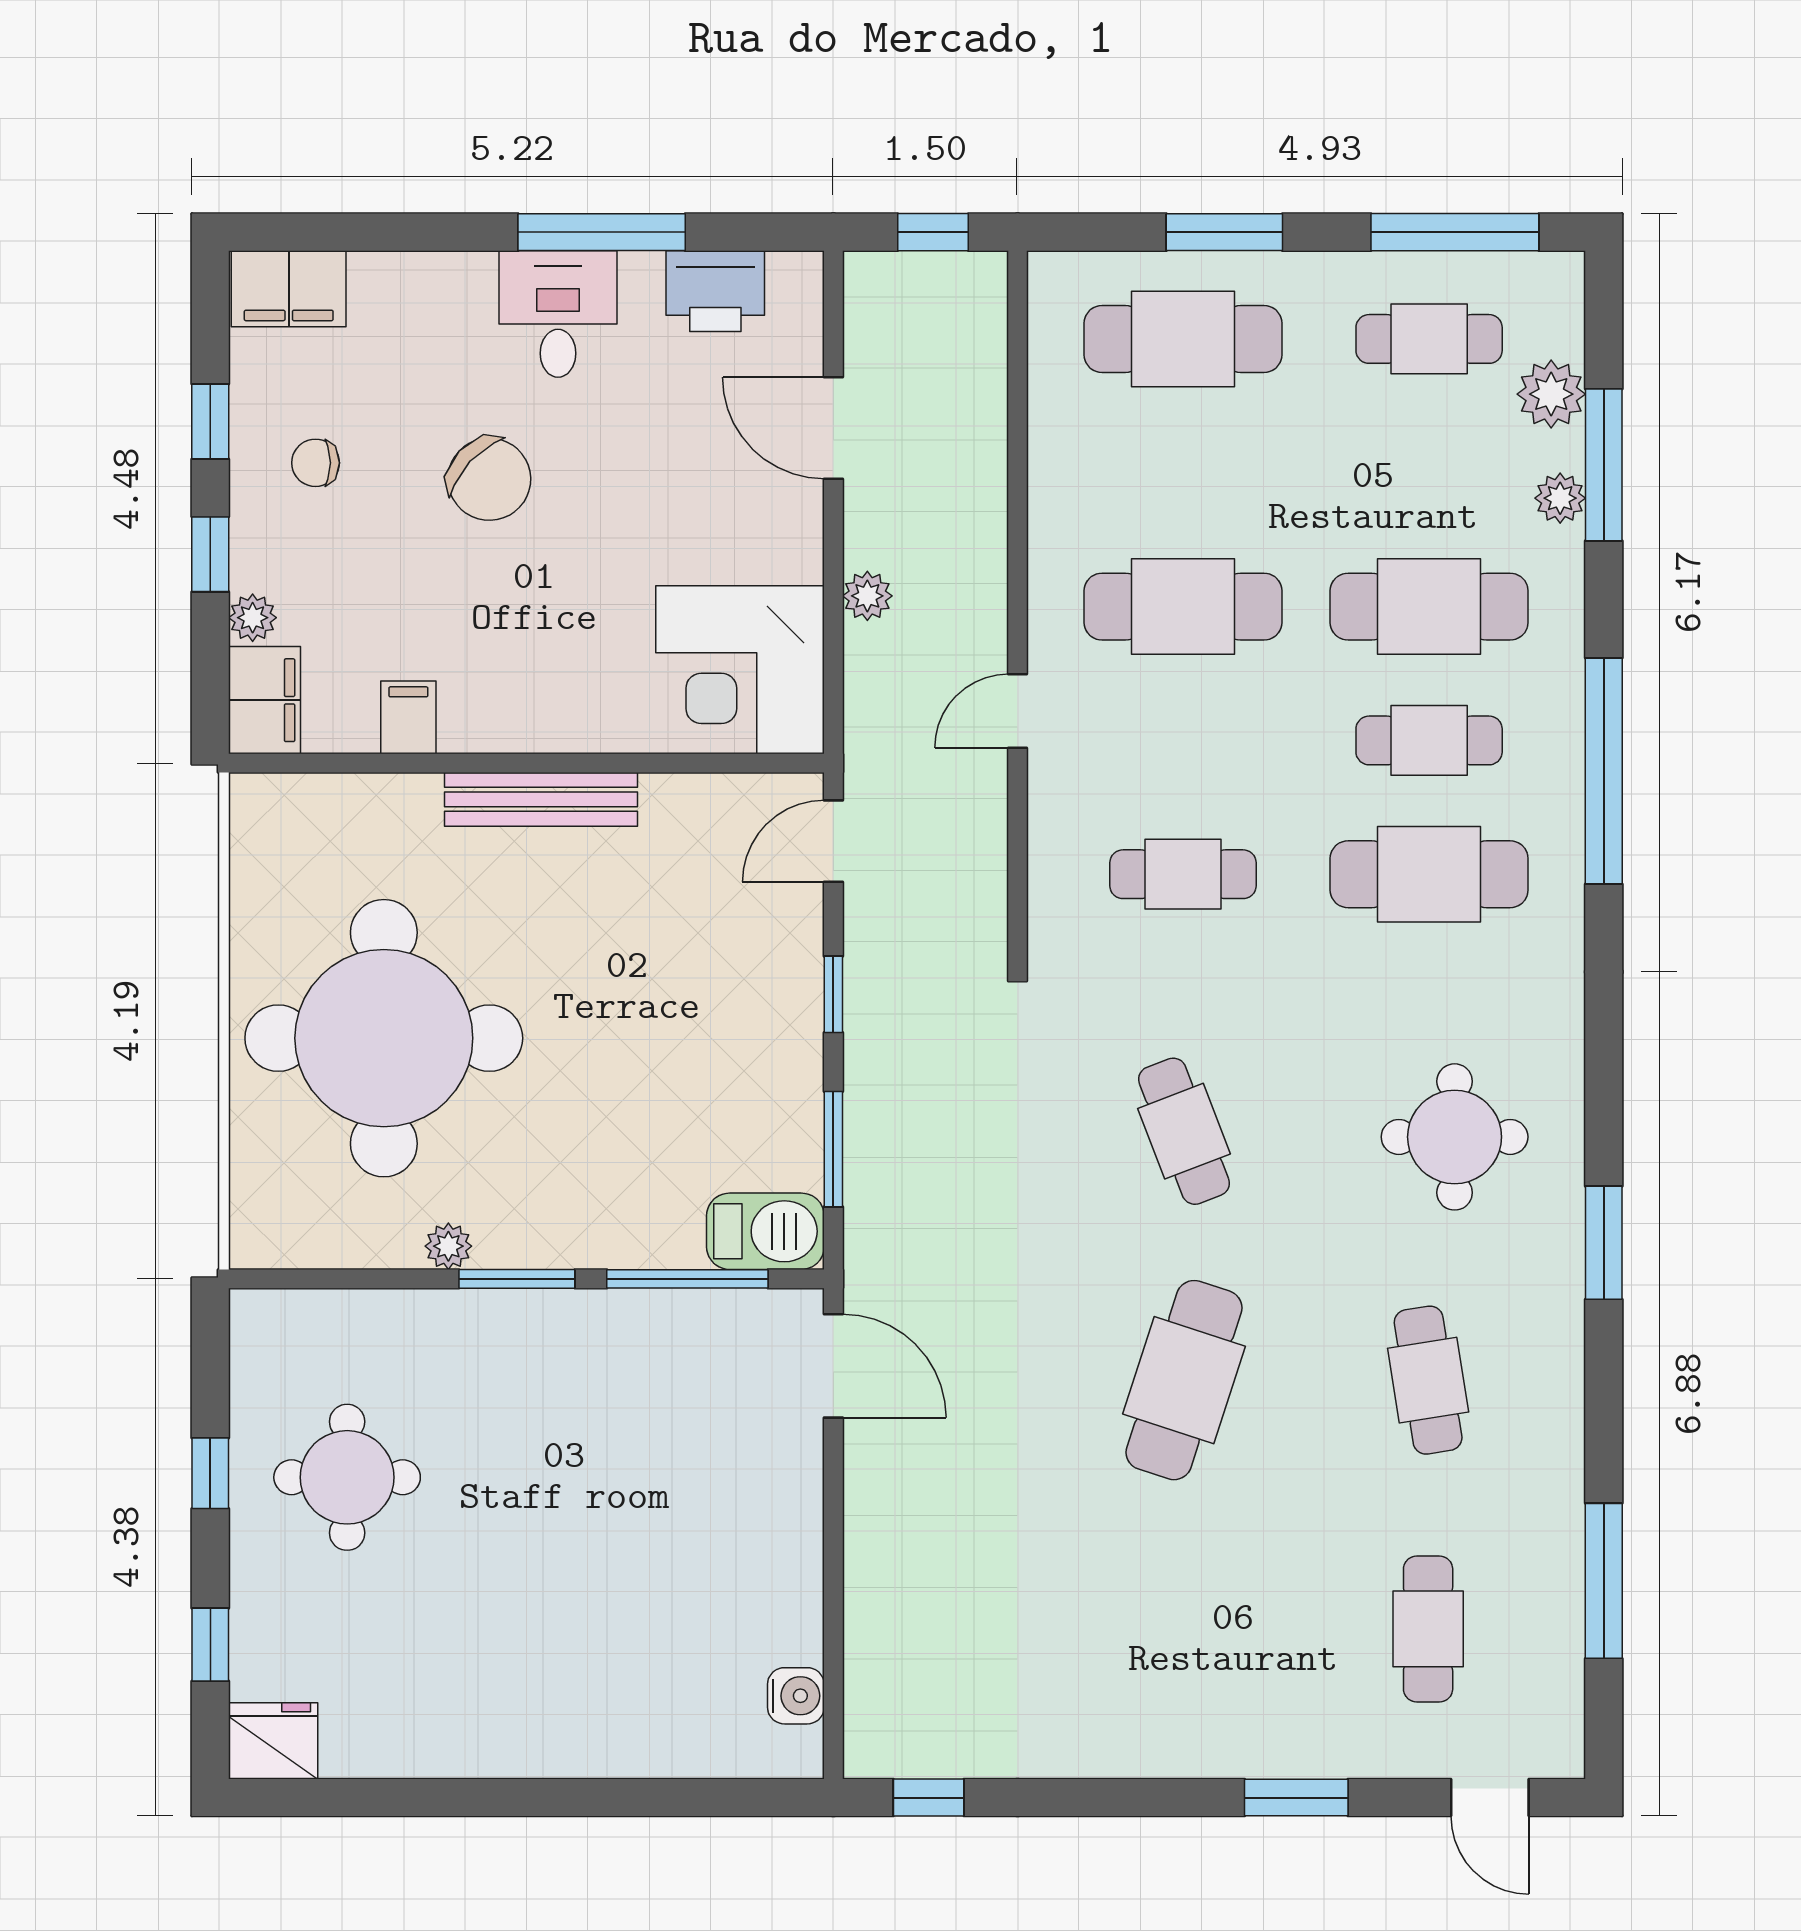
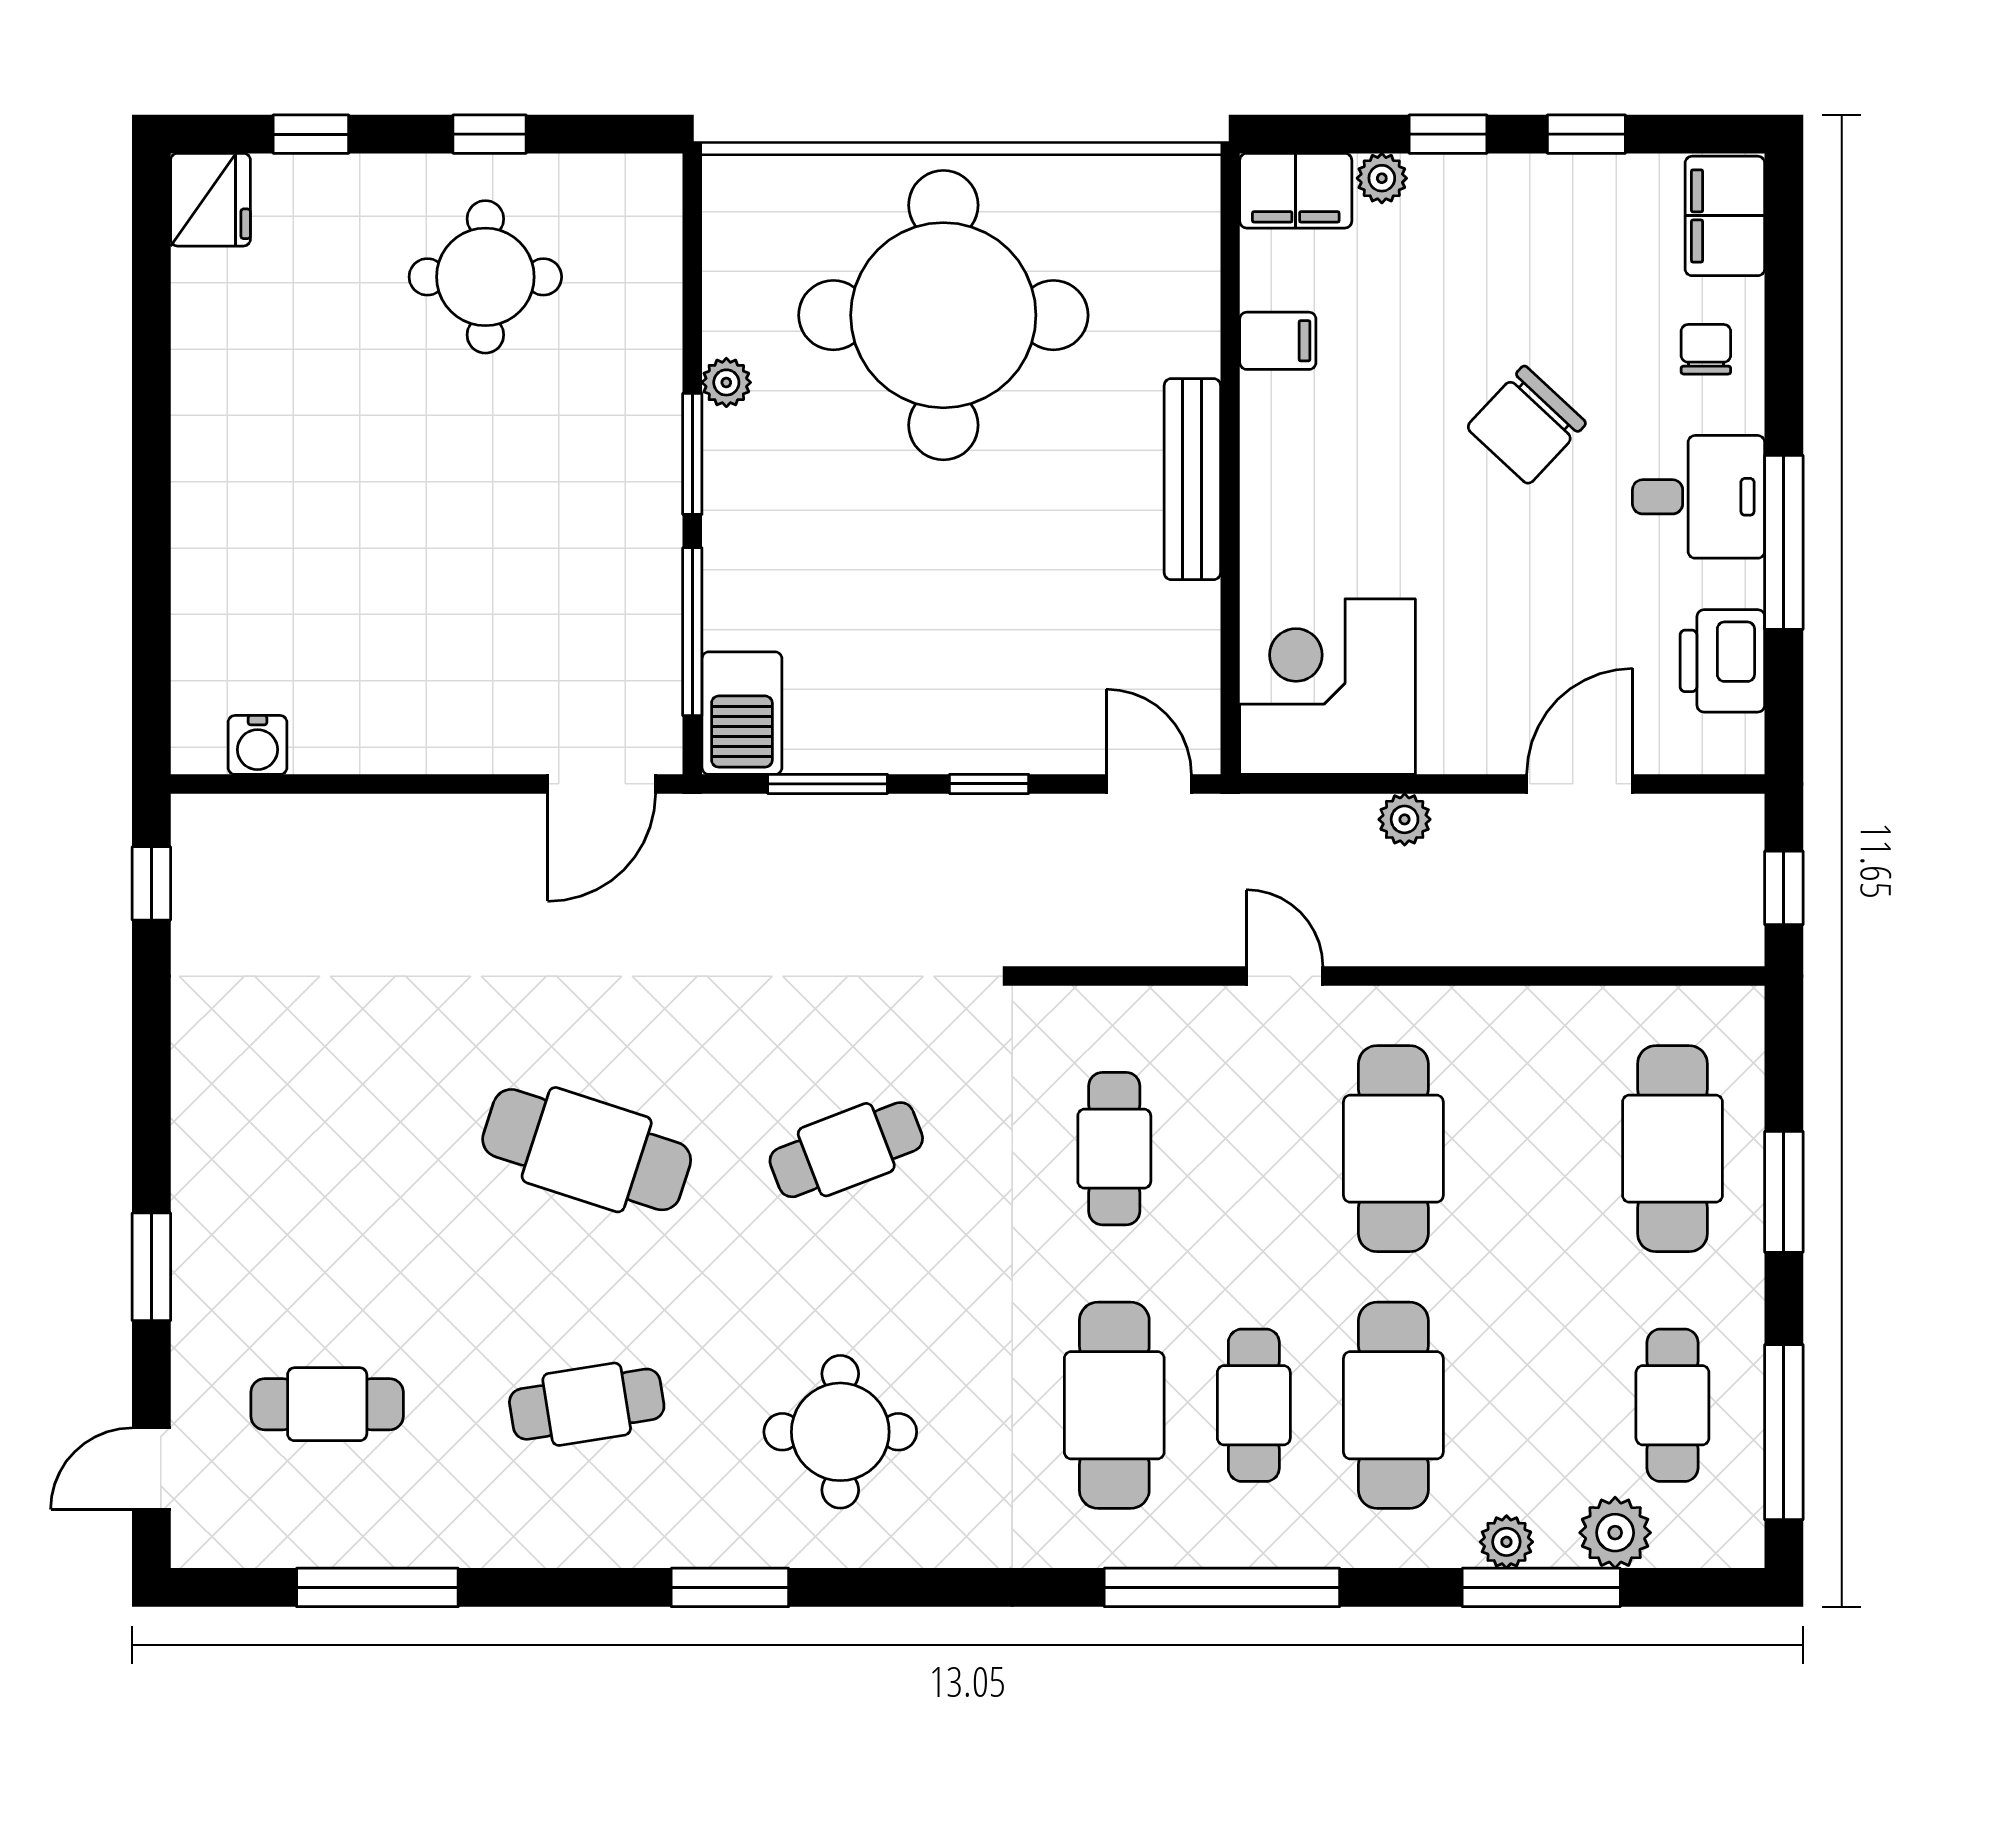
chair: (316, 463) -> (1706, 349), moved

